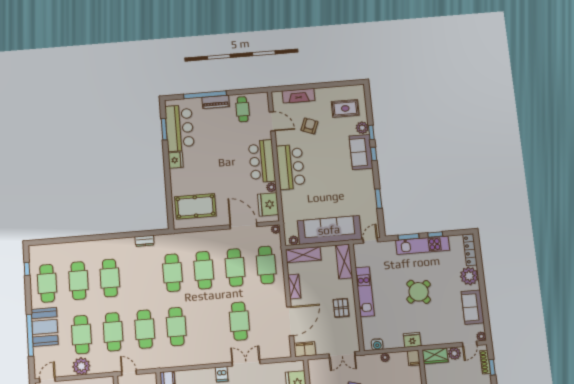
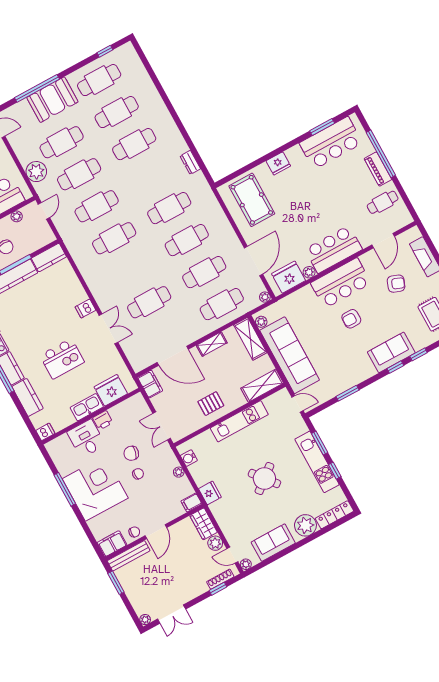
plant: (362, 128) -> (419, 342), removed
fridge: (176, 160) -> (278, 163), moved
armchair: (322, 171) -> (351, 319), added
plant: (81, 366) -> (36, 172), moved

